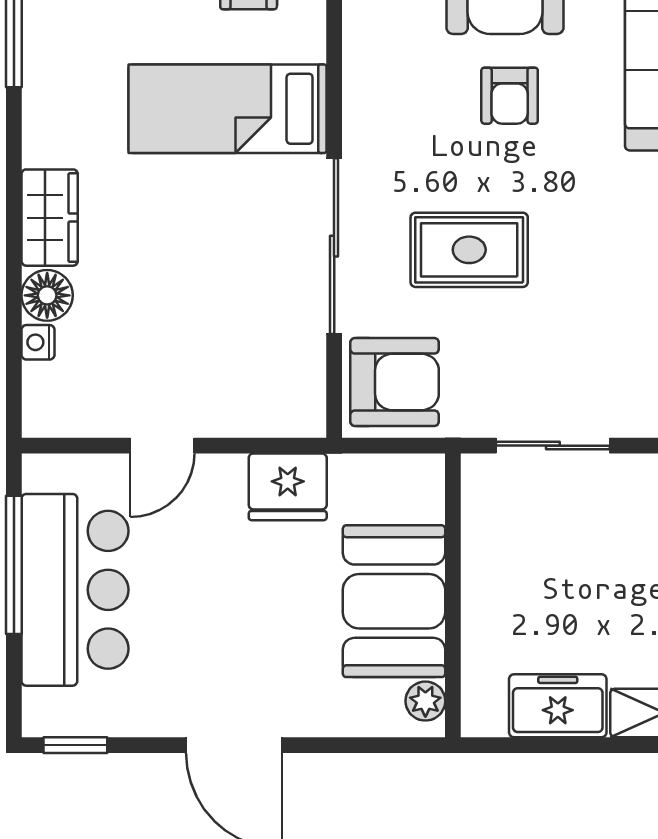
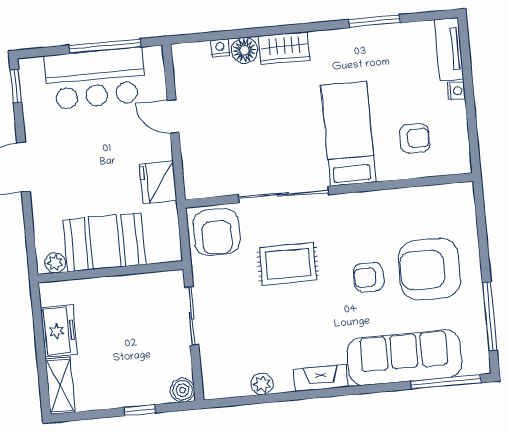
rug: (469, 250) -> (288, 264), turned 90

